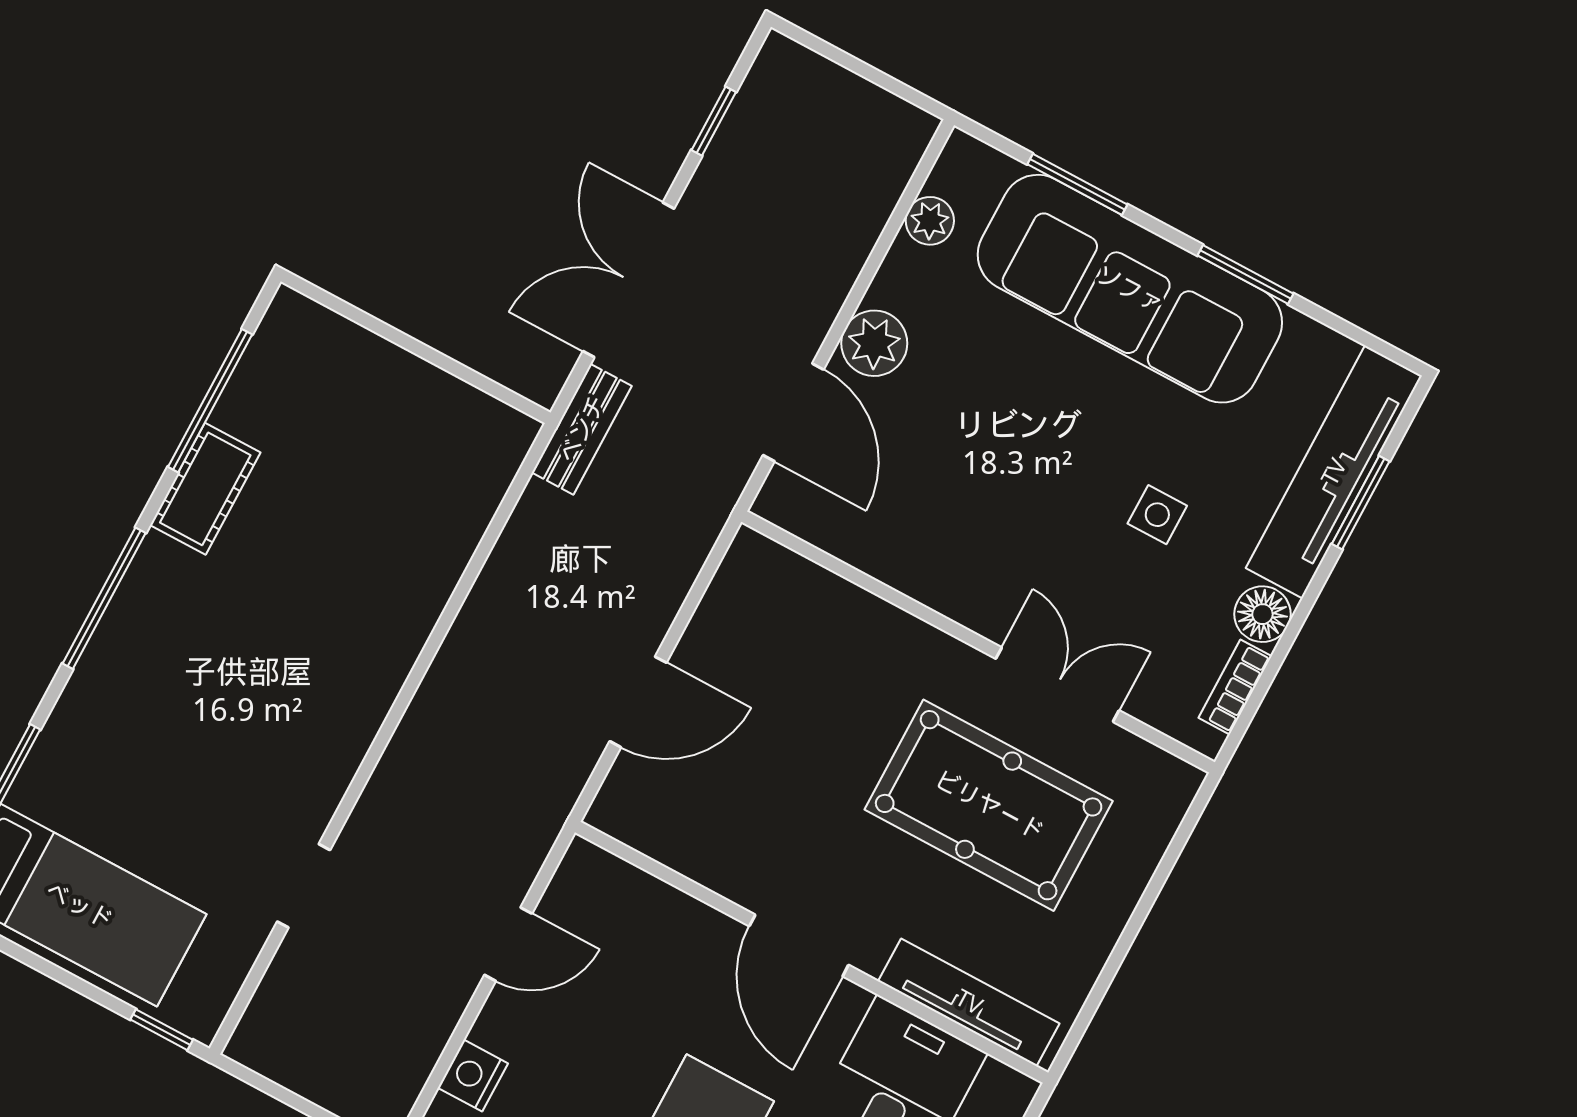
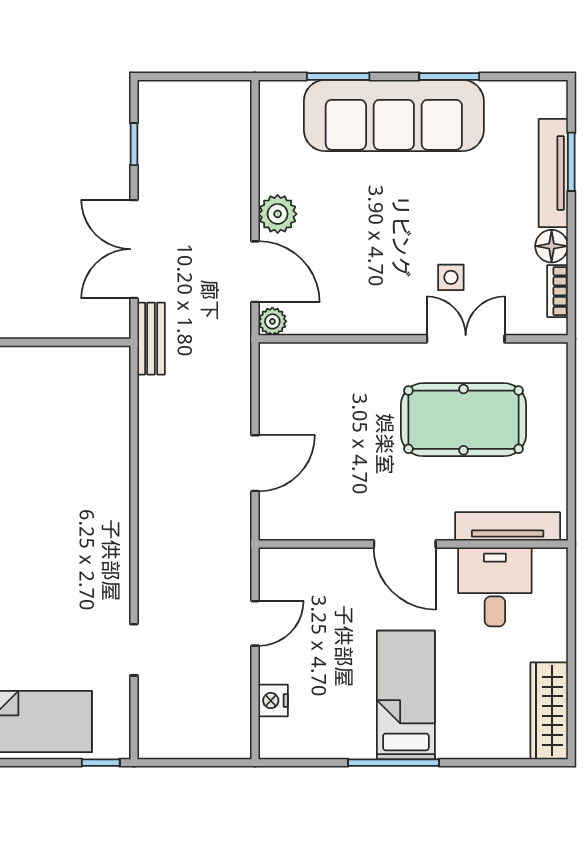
plant: (930, 221) -> (272, 321), moved
tv unit: (1334, 472) -> (553, 173), width x0.73, depth x0.78
side table: (1157, 515) -> (451, 277), moved

